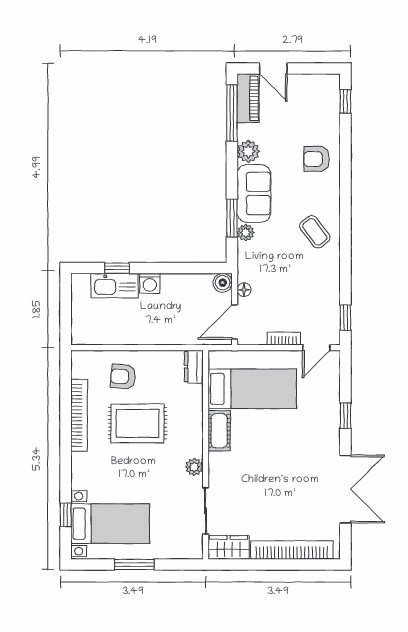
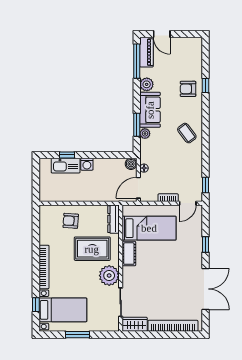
window: (345, 101) -> (205, 86), moved
dresser: (194, 367) -> (114, 219), width x1.44
bookcase: (79, 415) -> (44, 267), moved
rug: (138, 423) -> (92, 249), moved
plant: (194, 467) -> (109, 276), width x1.88, depth x1.88

